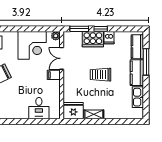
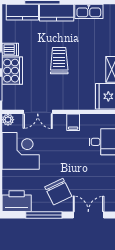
filing cabinet: (54, 75) -> (73, 122), moved
trolley: (101, 75) -> (59, 61), turned 180

